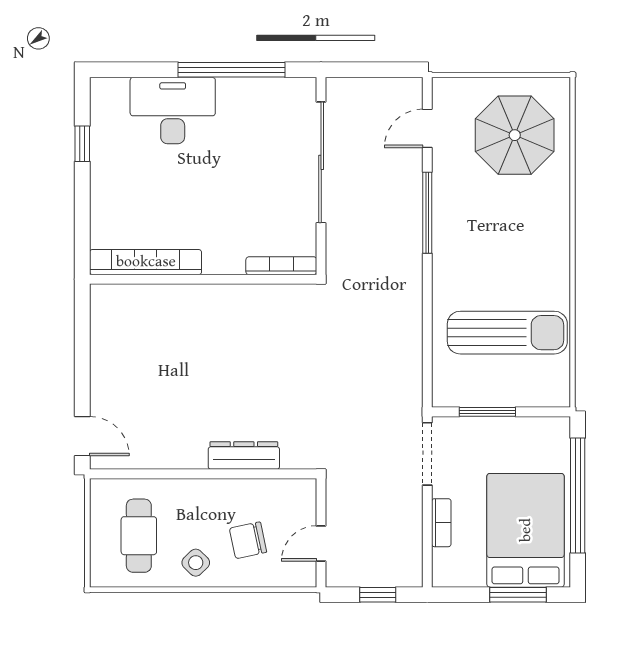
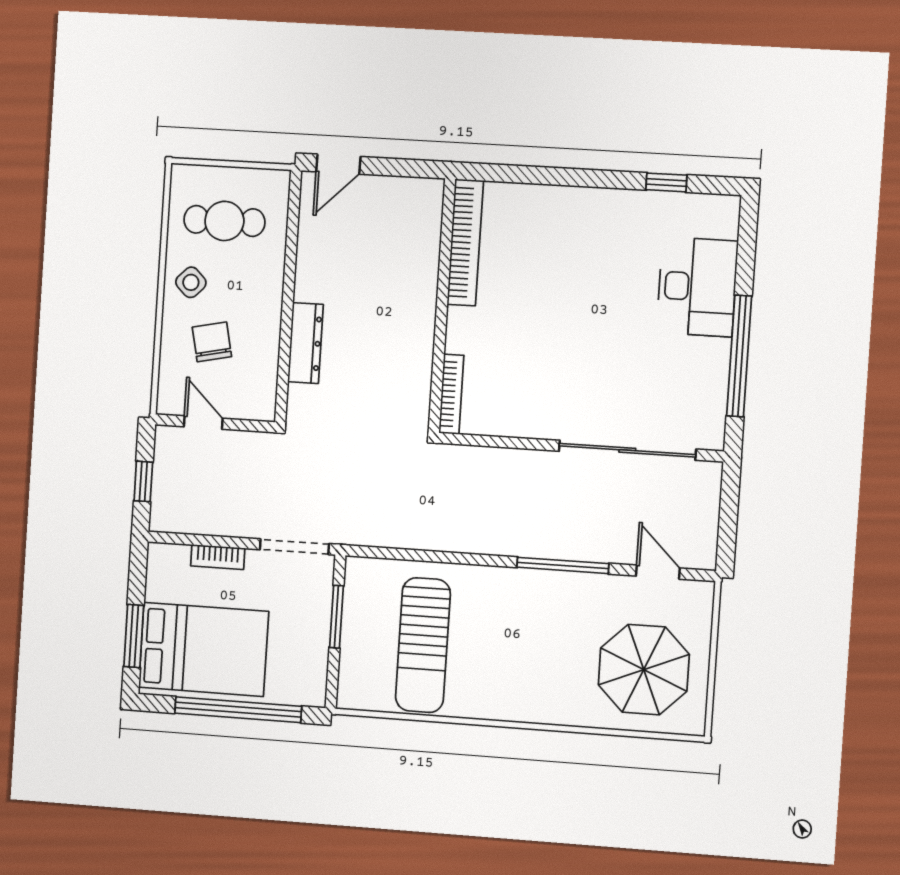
bookcase: (146, 262) -> (465, 242), moved
bookcase: (281, 266) -> (451, 394), moved
wall: (203, 279) -> (442, 306), moved

